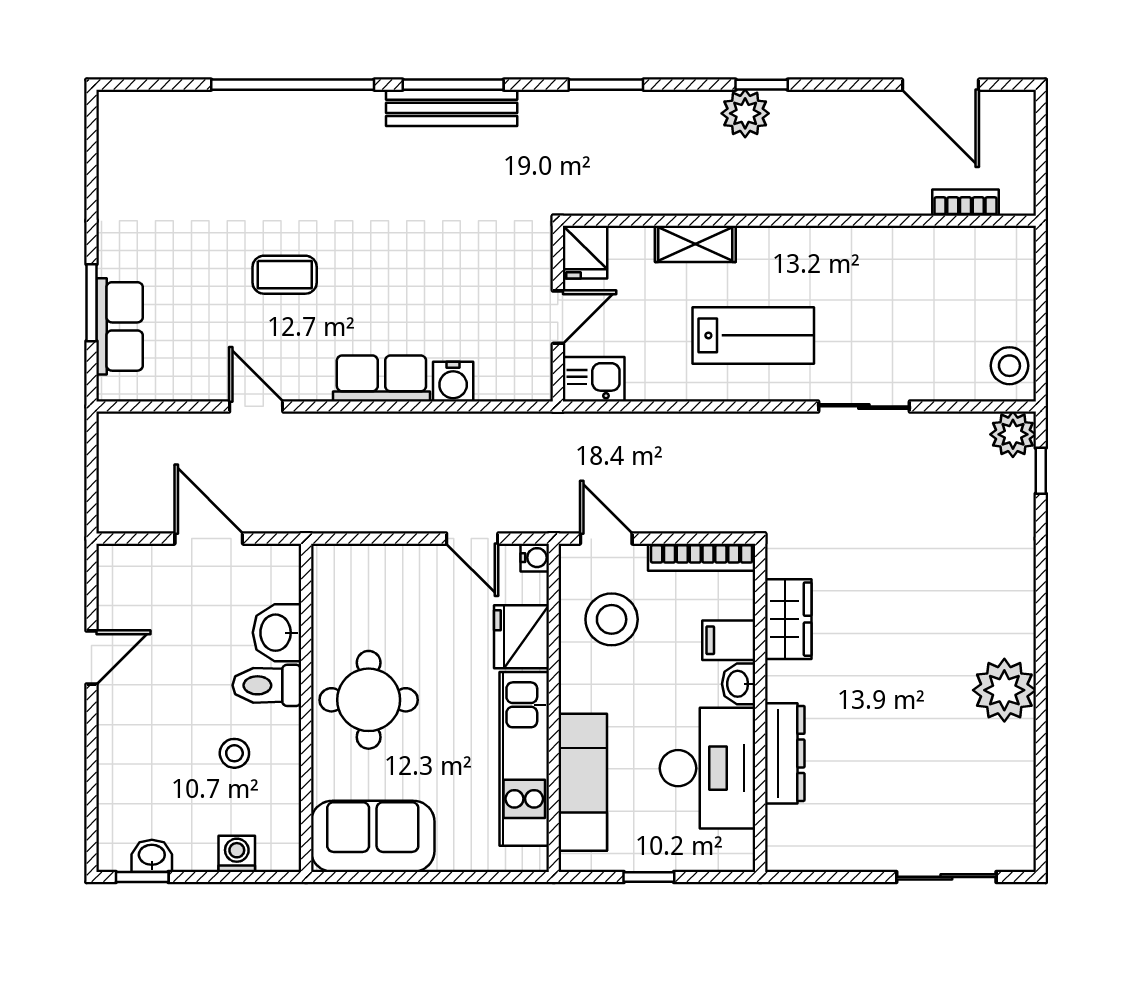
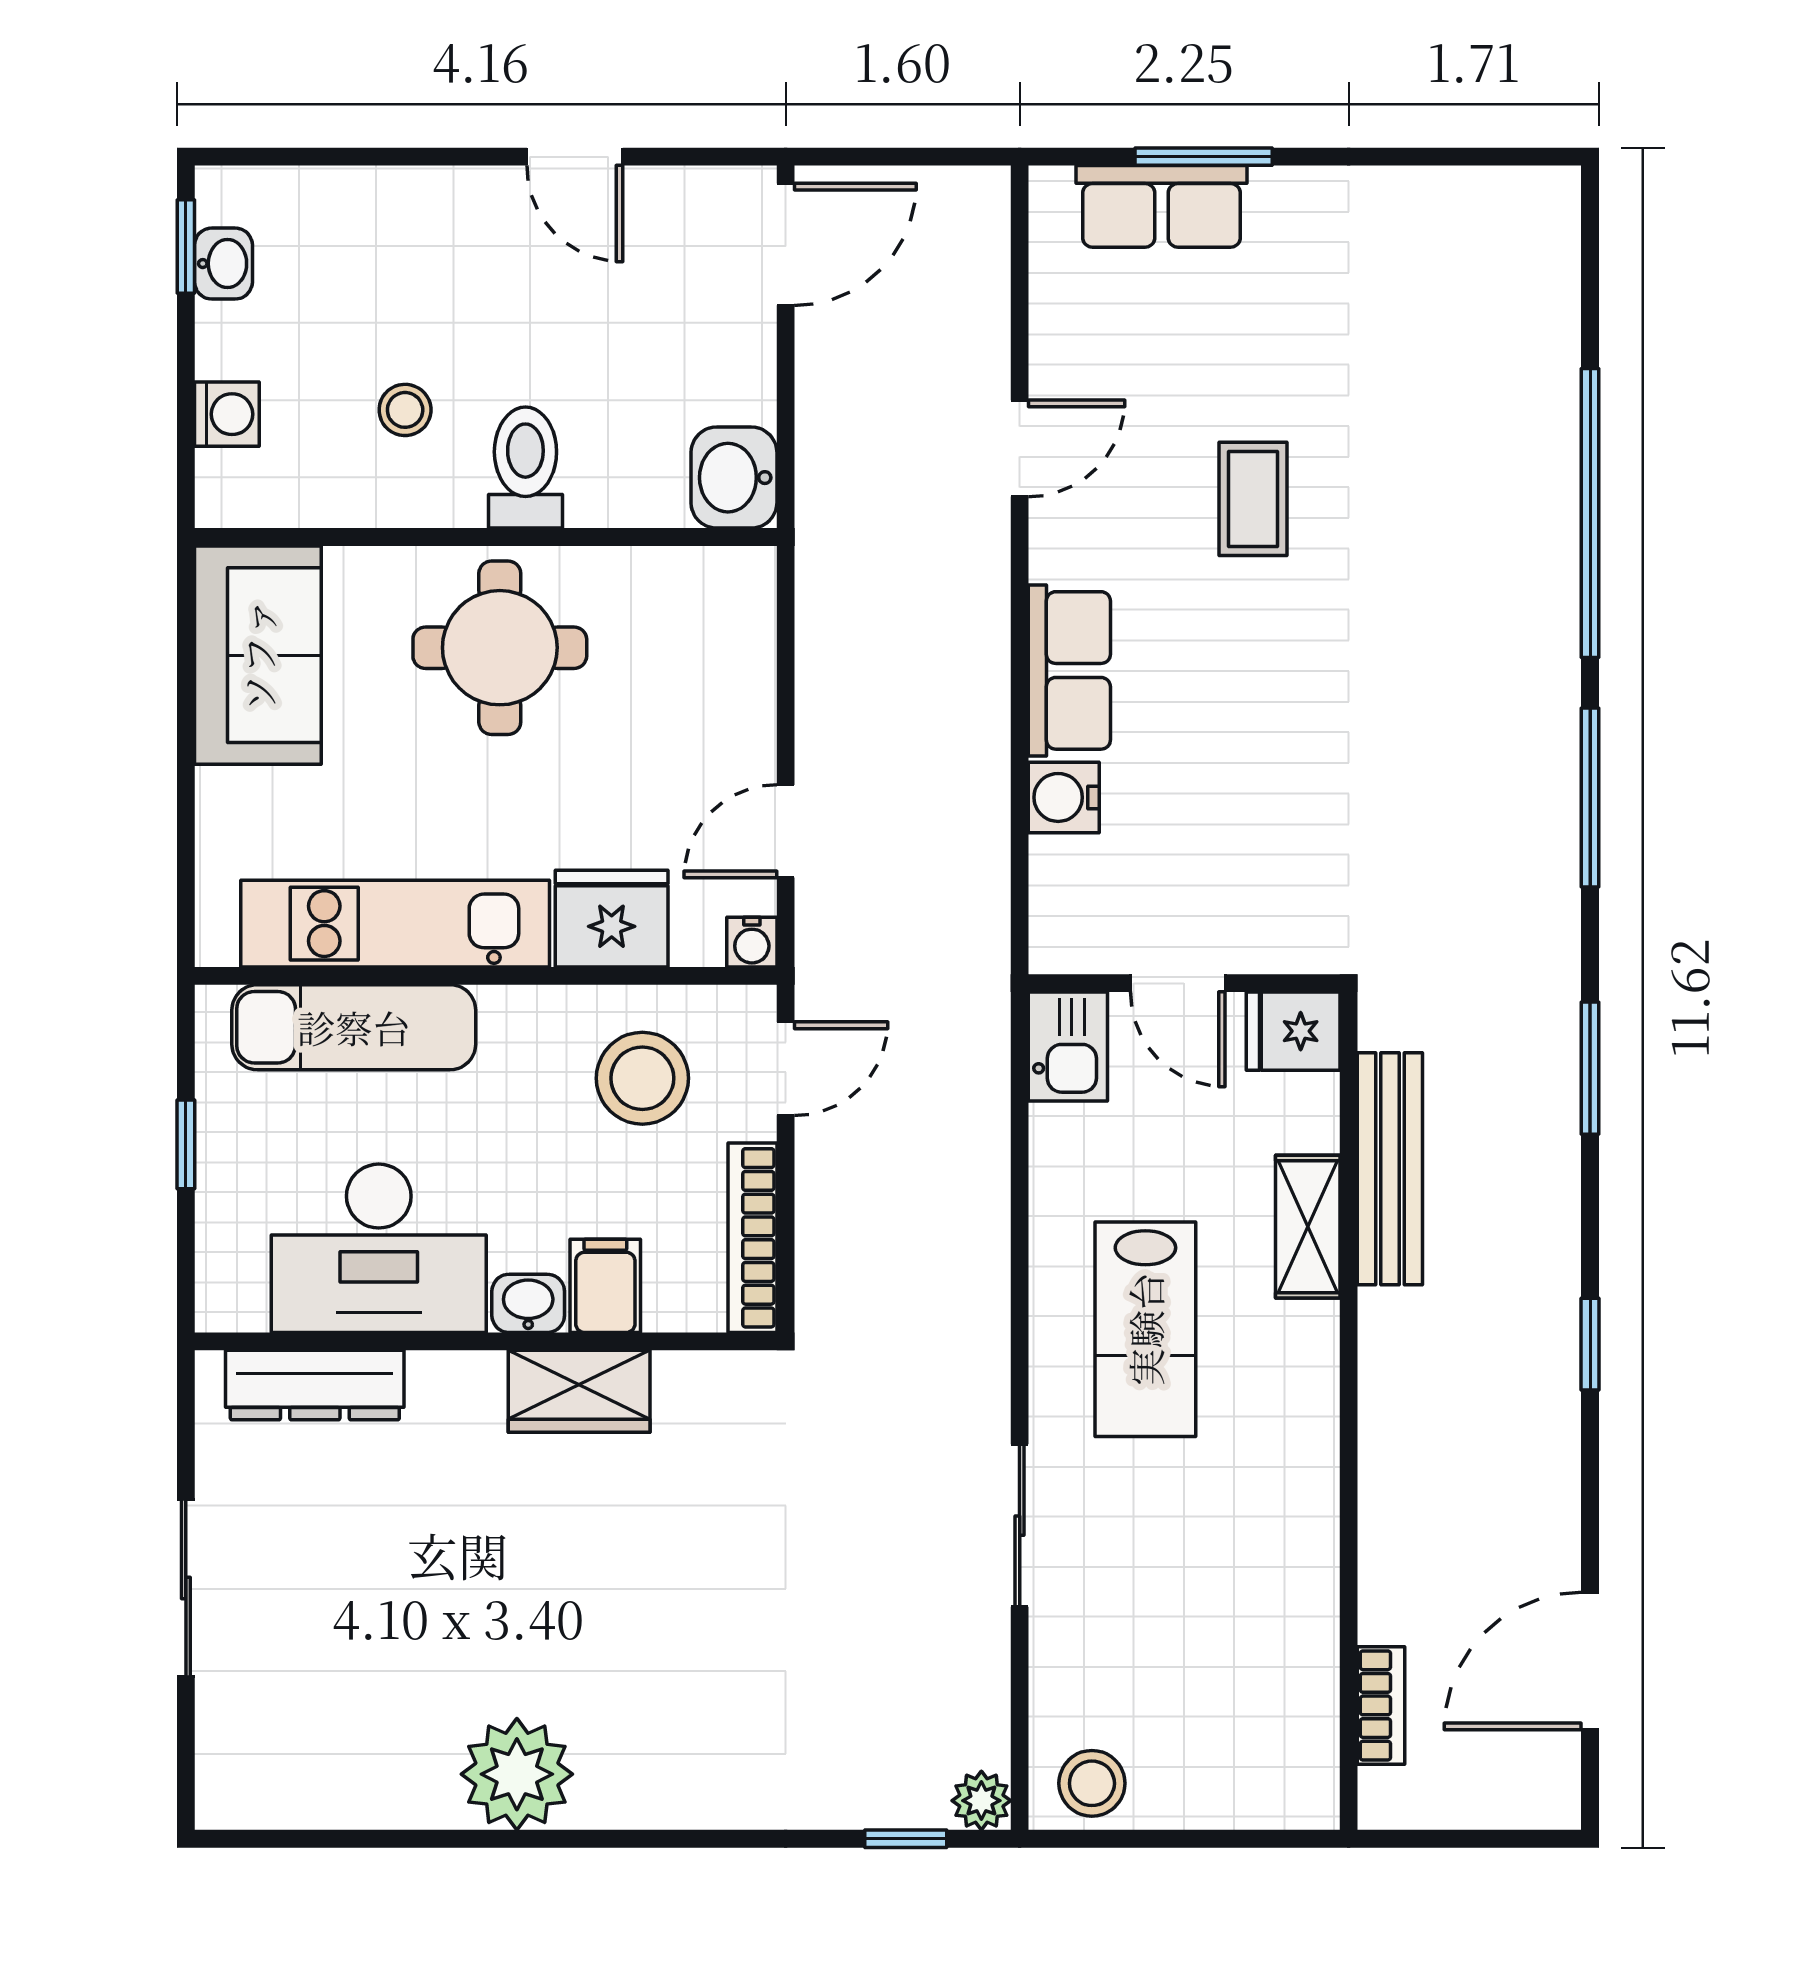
bench: (452, 108) -> (1390, 1169), moved
plant: (745, 113) -> (1539, 1315), removed
plant: (1013, 434) -> (981, 1801), width x0.73, depth x0.73
door: (209, 539) -> (786, 244), moved
wardrobe: (788, 619) -> (579, 1391), moved
washbasin: (277, 633) -> (734, 478), moved, turned -90
dresser: (785, 753) -> (315, 1385), moved
sliding door: (946, 877) -> (186, 1588), moved

